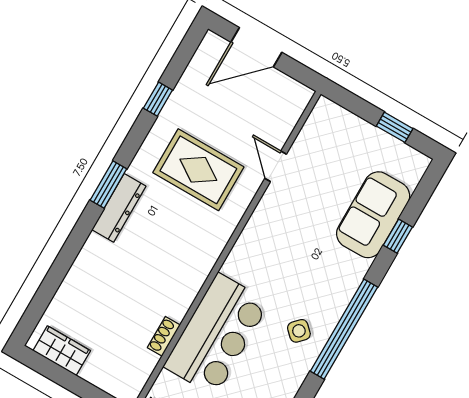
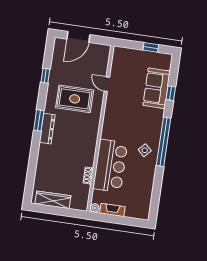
wardrobe: (62, 351) -> (53, 200), width x1.50

